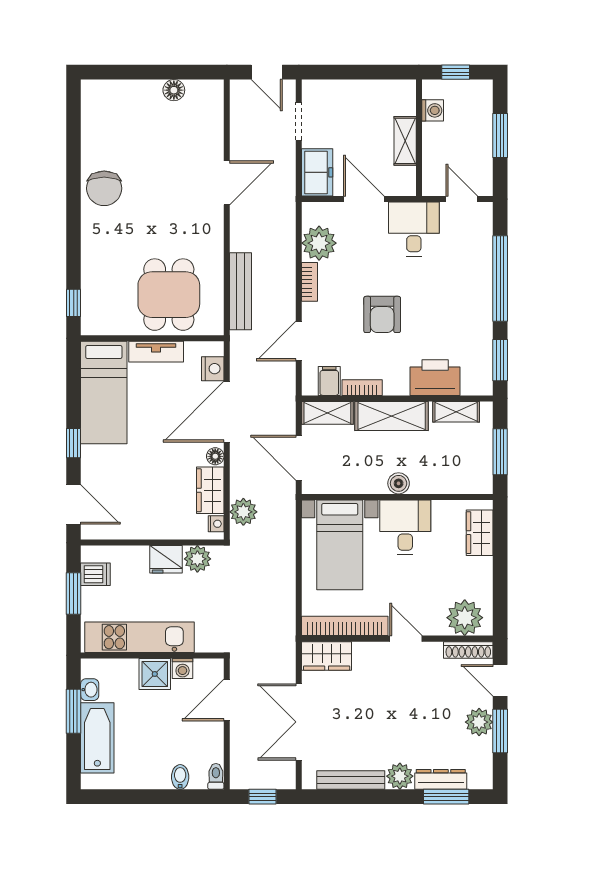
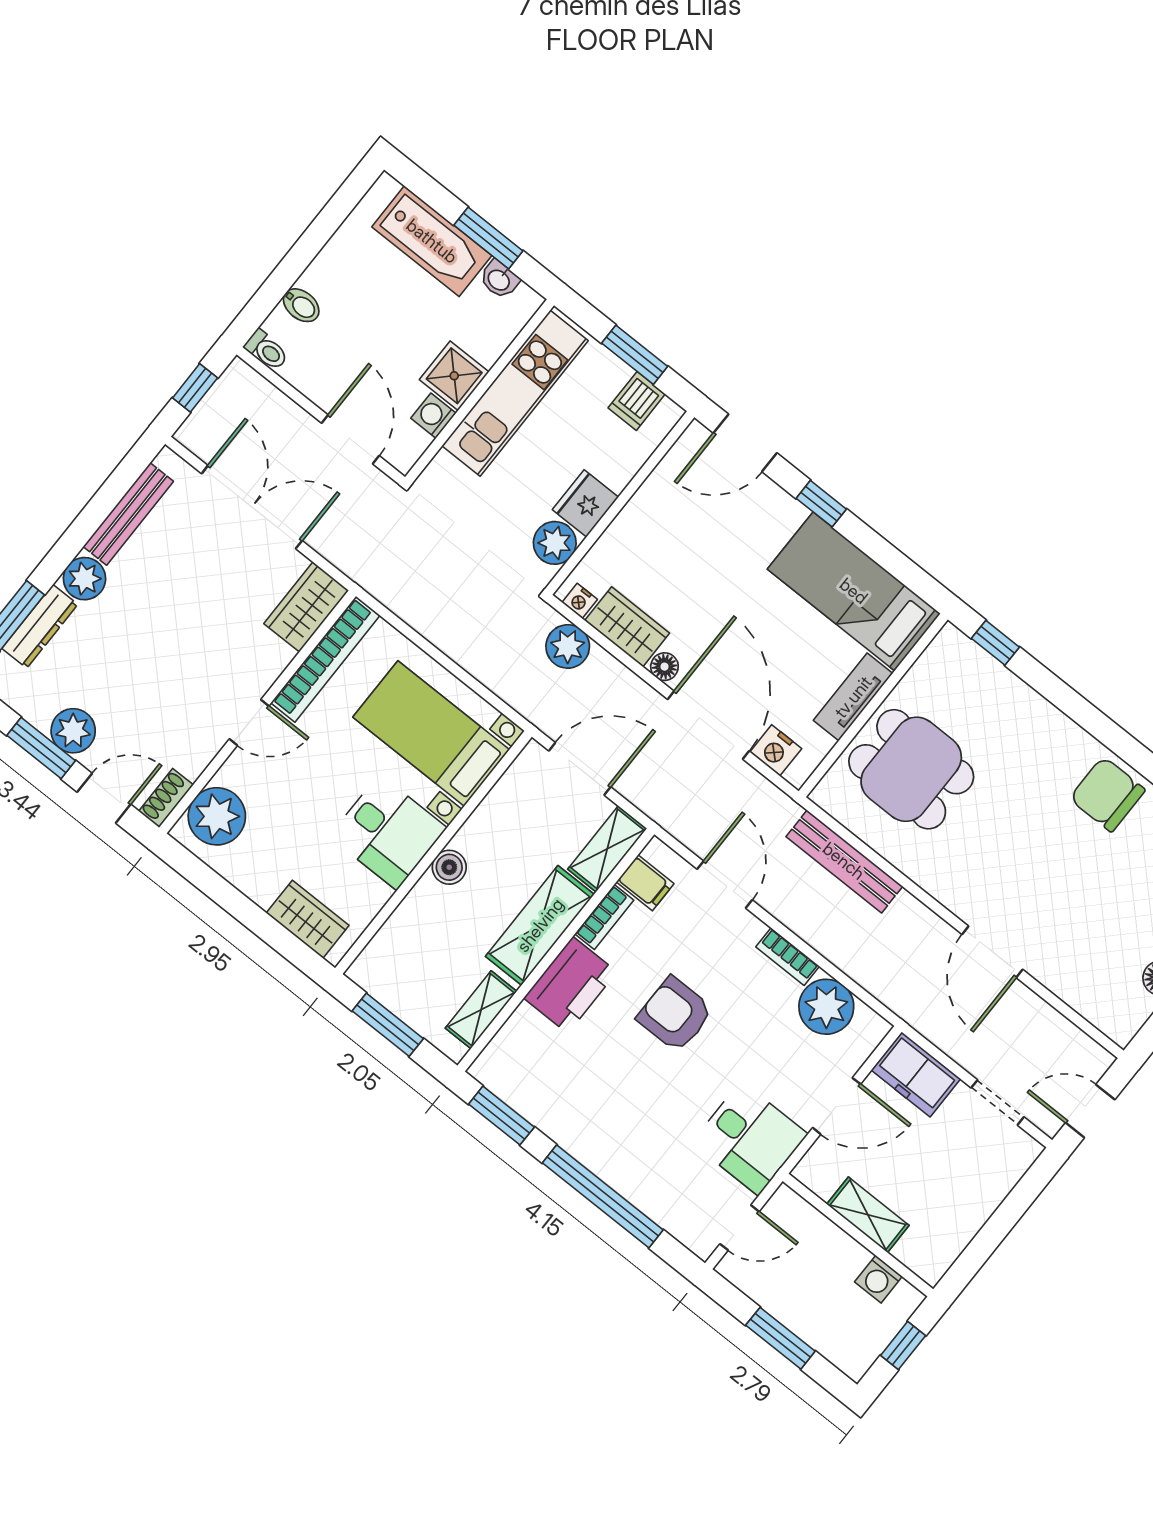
printer: (435, 378) -> (570, 985), moved
shoe rack: (468, 650) -> (166, 798), width x0.70

